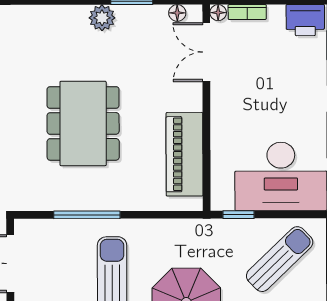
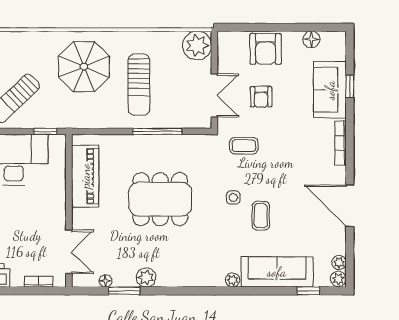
floor lamp: (177, 13) -> (106, 281), moved
floor lamp: (218, 13) -> (60, 281), removed
dining table: (83, 123) -> (160, 199), turned 90

